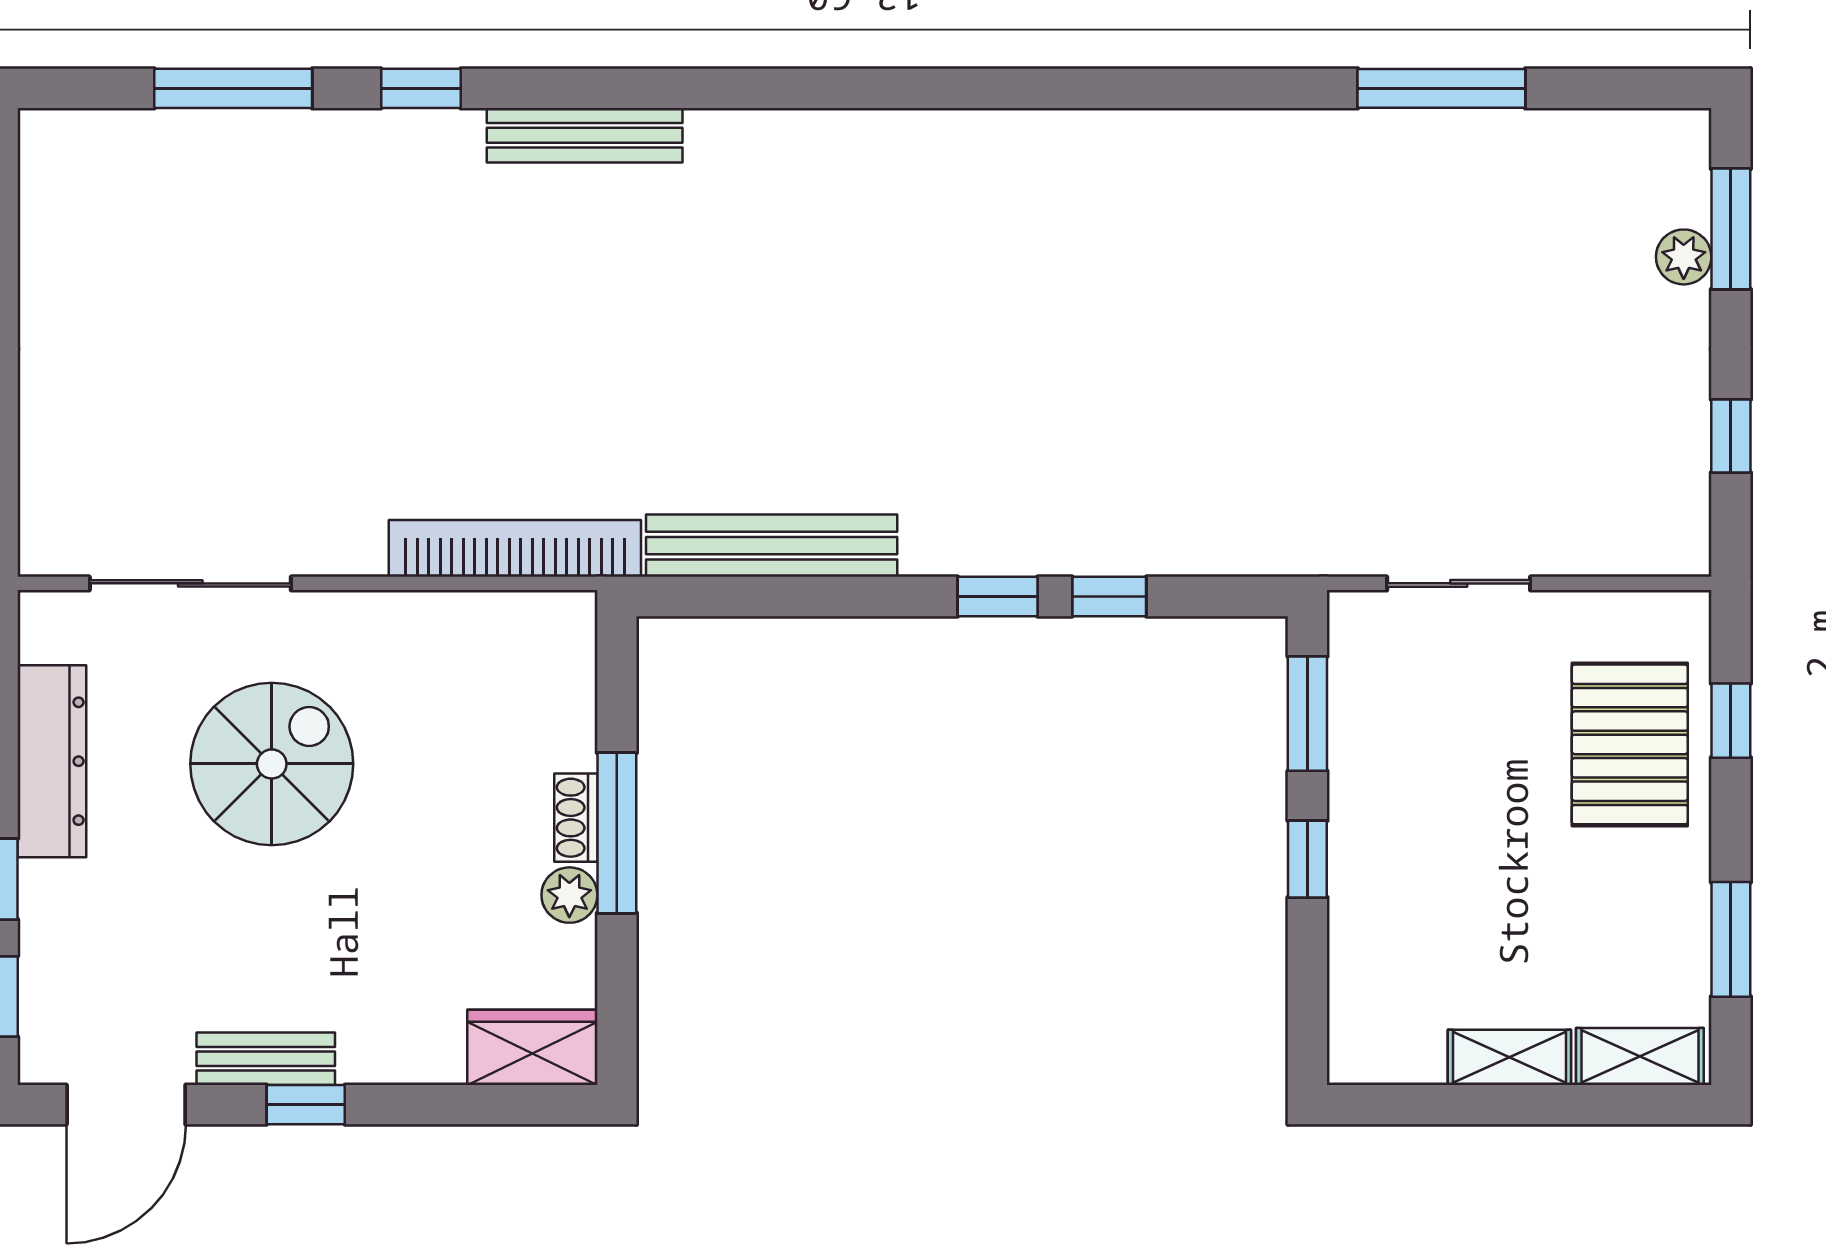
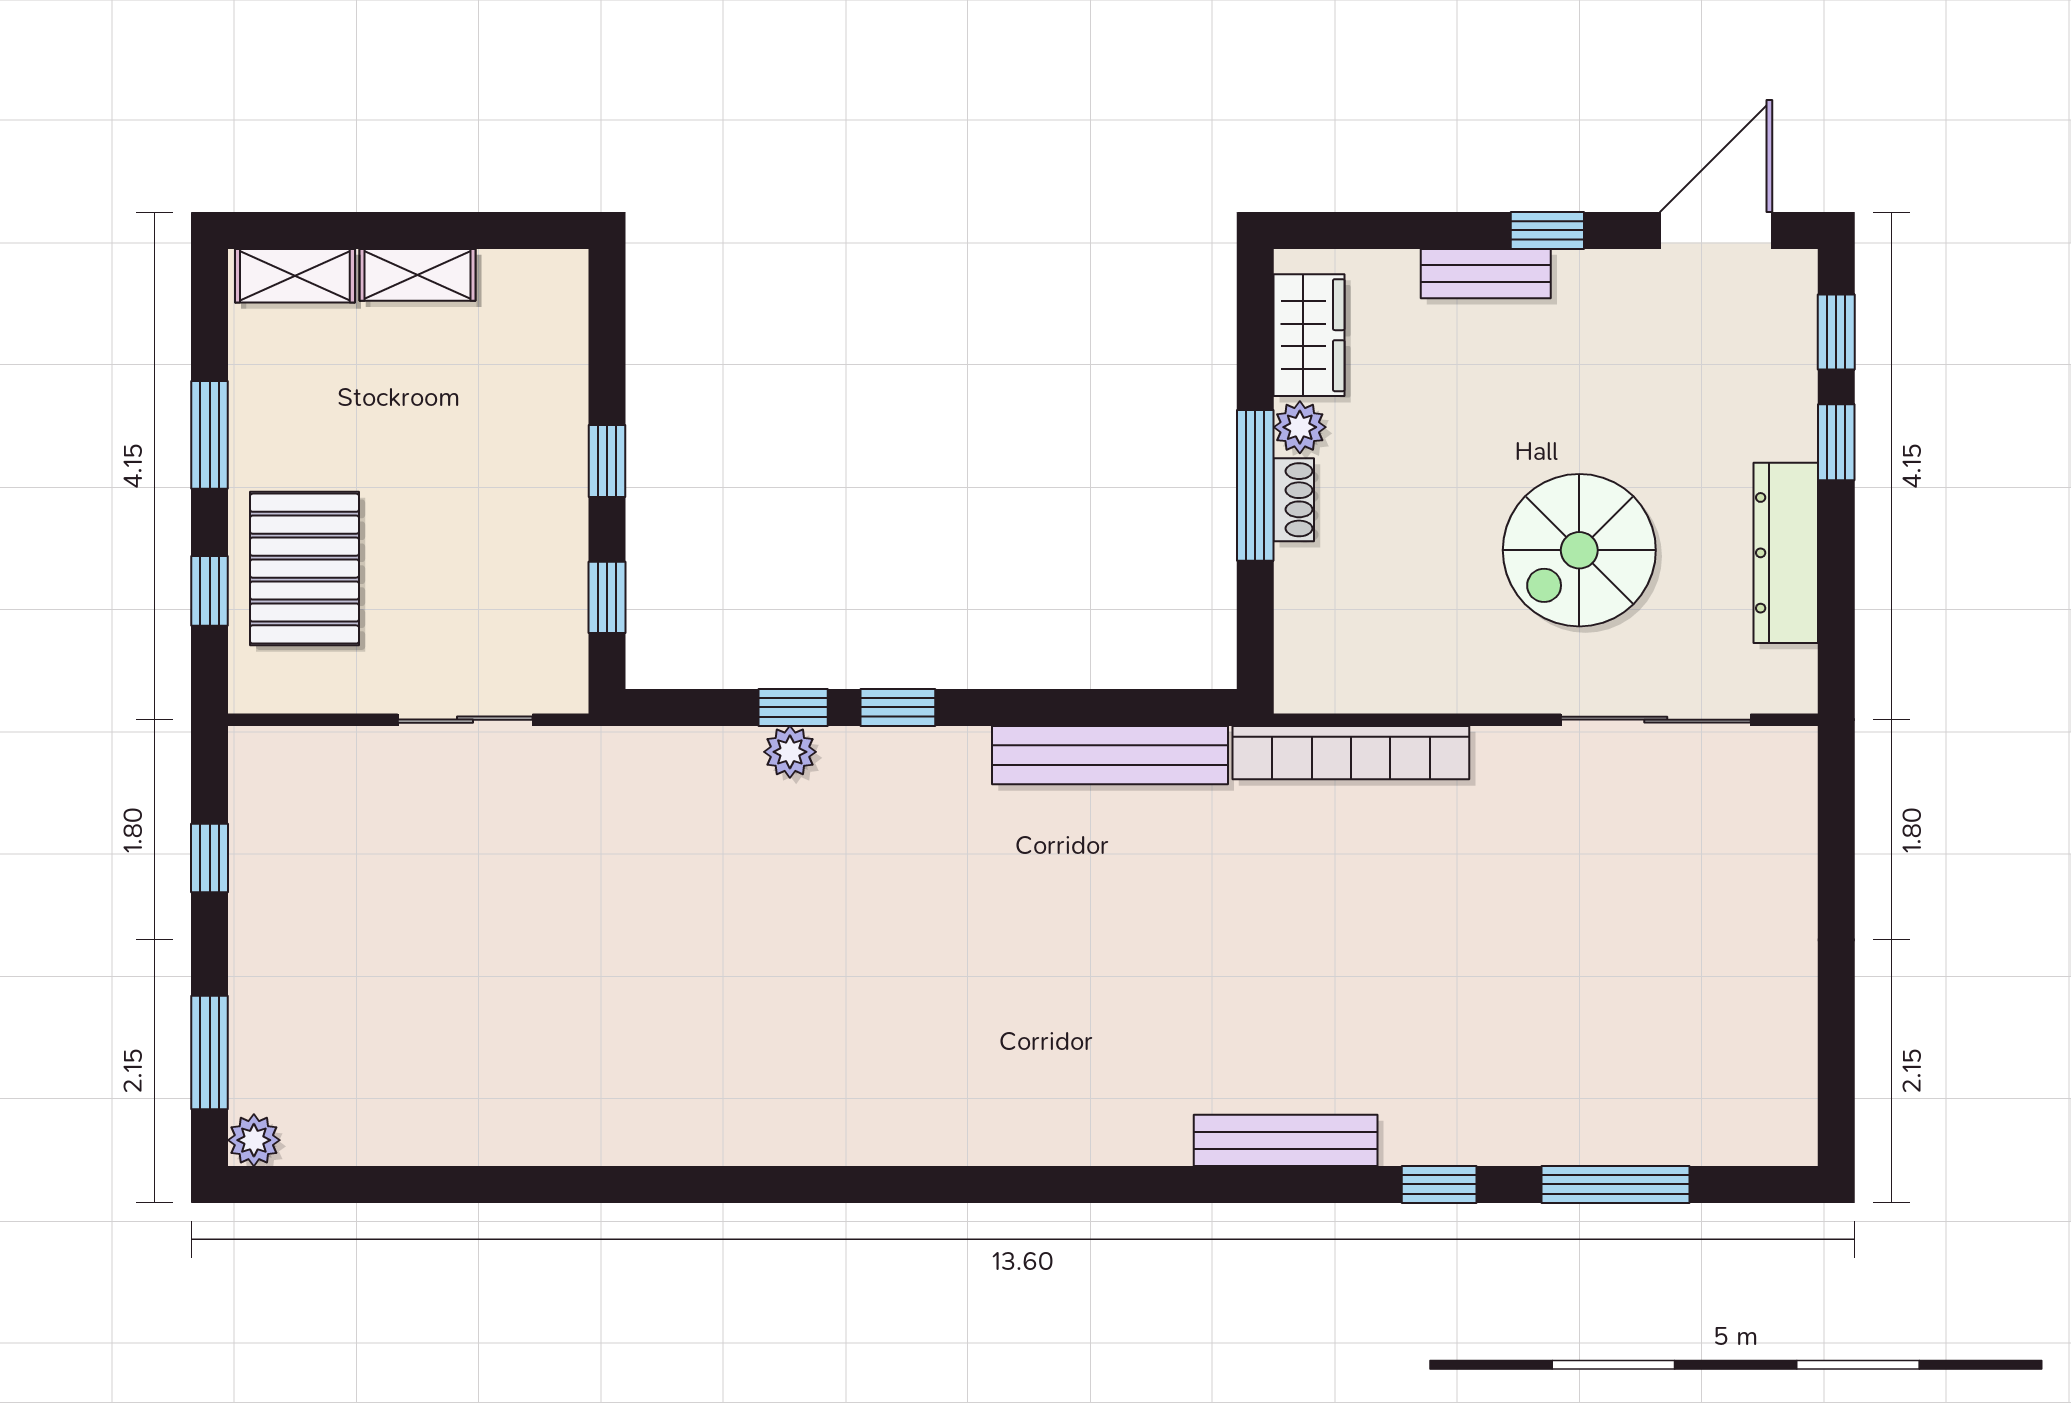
window: (1441, 88) -> (481, 1184), removed
plant: (1684, 257) -> (254, 1140), moved
plant: (1113, 549) -> (790, 752), added
window: (1307, 714) -> (607, 597), width x0.67
window: (1731, 939) -> (210, 435), moved
wardrobe: (532, 1047) -> (1309, 335), moved, turned -90
bench: (266, 1059) -> (1486, 274), moved

